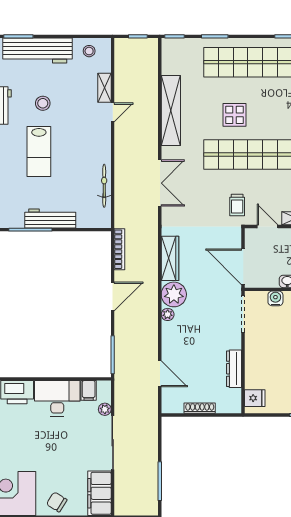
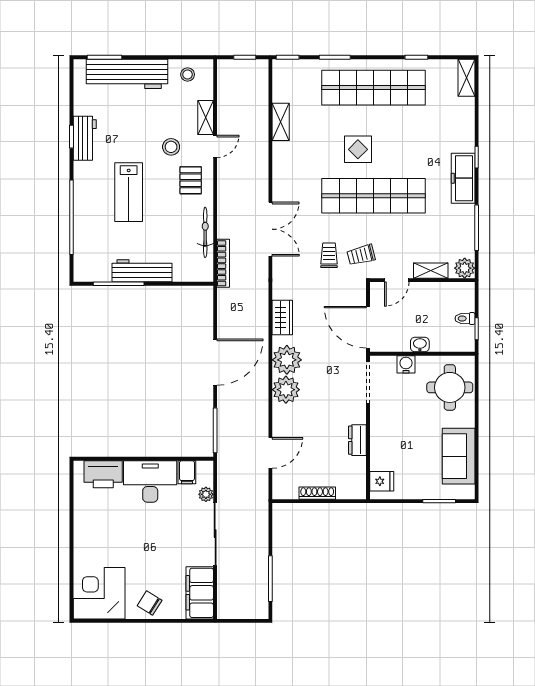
stool: (43, 103) -> (171, 147), moved
shelving: (171, 111) -> (281, 122), width x0.45, depth x0.75
pallet: (92, 141) -> (191, 180), added
trolley: (210, 205) -> (329, 255), added
trolley: (237, 205) -> (361, 255), turned 76
door: (268, 226) -> (397, 280), swing flipped
bookcase: (119, 249) -> (223, 263), moved
wardrobe: (170, 258) -> (282, 318), width x0.67
door: (113, 296) -> (215, 362), width x1.36
plant: (168, 314) -> (286, 390), width x1.88, depth x1.88
dresser: (234, 369) -> (357, 440), width x0.70
door: (160, 374) -> (270, 453), hinge flipped

